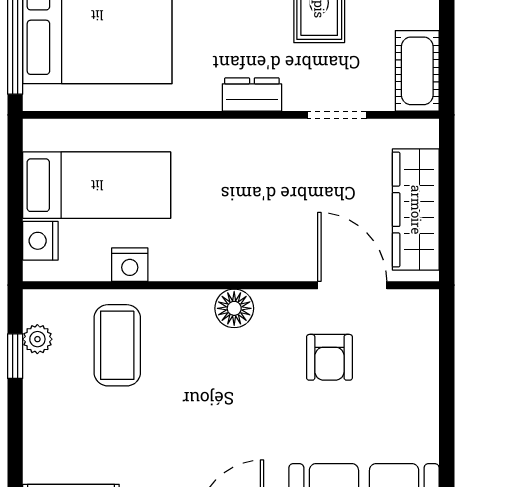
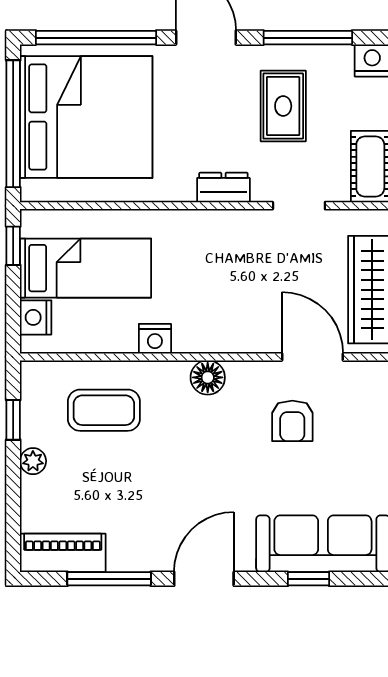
window: (15, 160) -> (13, 246), added
nightstand: (130, 265) -> (155, 339), moved
plant: (37, 339) -> (33, 461), moved
coffee table: (117, 345) -> (104, 410), turned 90

